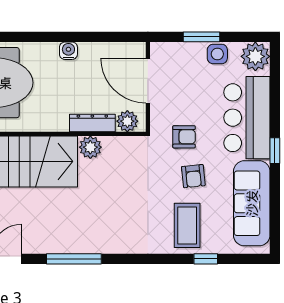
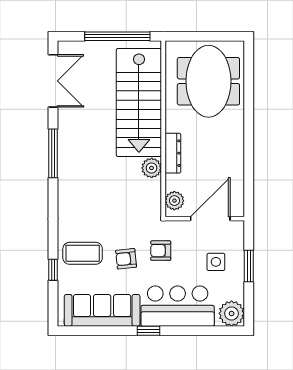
water cooler: (68, 51) -> (237, 149), removed
side table: (217, 54) -> (216, 262), moved
dresser: (92, 123) -> (173, 153), moved
armchair: (184, 137) -> (161, 251), turned 90

